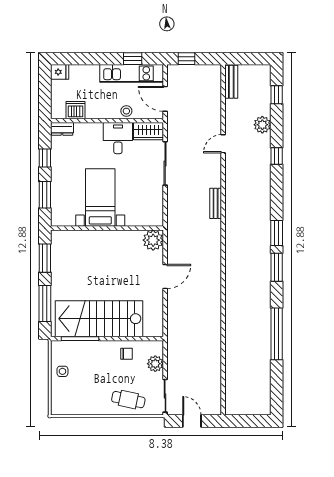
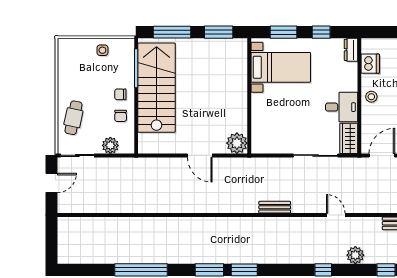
stool: (126, 111) -> (371, 97), moved
bed with nightstands: (100, 198) -> (281, 67), moved
chair: (105, 354) -> (120, 94), added

